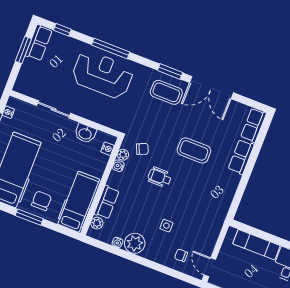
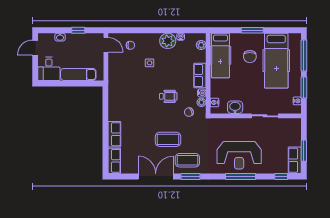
coffee table: (194, 150) -> (168, 139), moved
chair: (41, 201) -> (250, 57), moved
row of seats: (107, 202) -> (200, 76), moved

